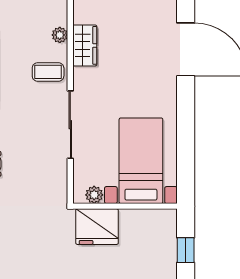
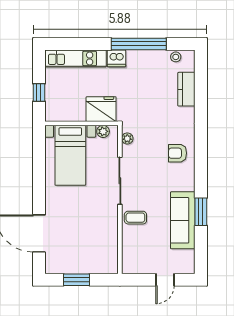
plant: (60, 35) -> (127, 138), moved
wardrobe: (85, 45) -> (110, 236), removed

